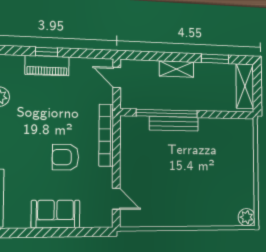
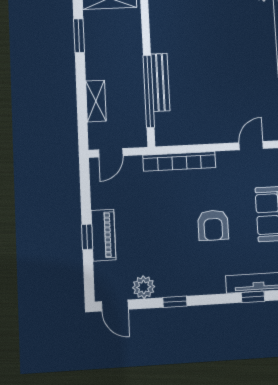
shelving: (176, 69) -> (96, 101), moved
armchair: (65, 157) -> (213, 225), moved

